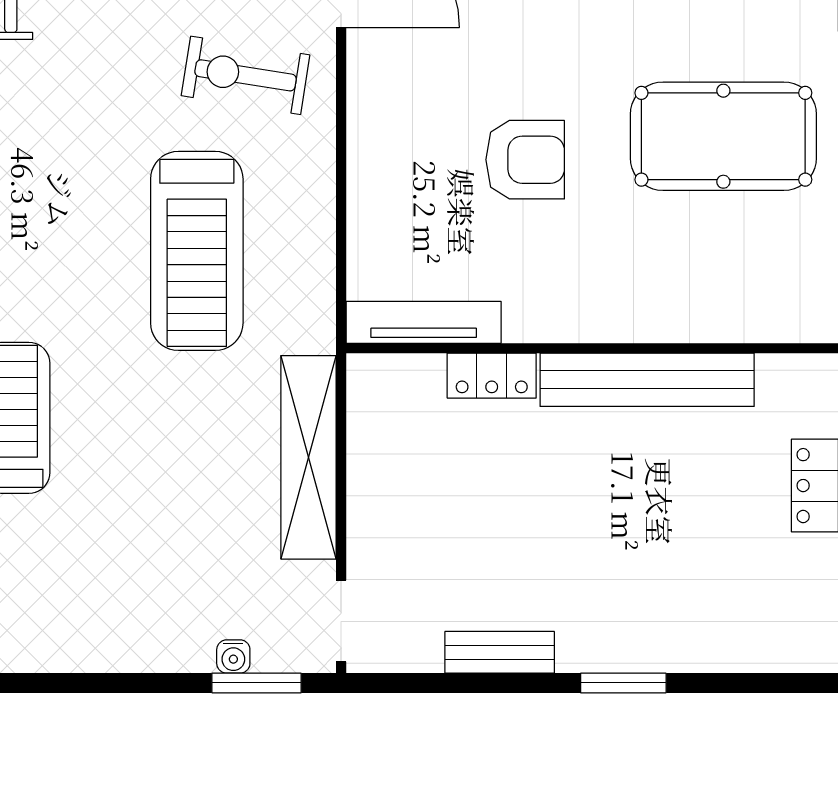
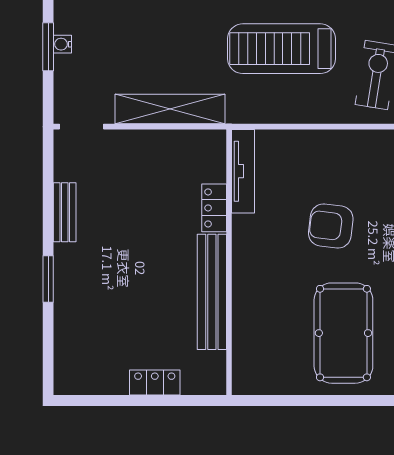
armchair: (525, 160) -> (331, 226), turned 97
water cooler: (233, 657) -> (62, 44), moved
window: (257, 683) -> (48, 47), moved

